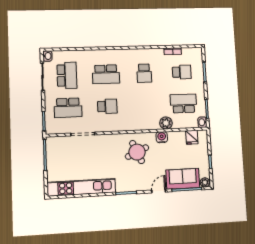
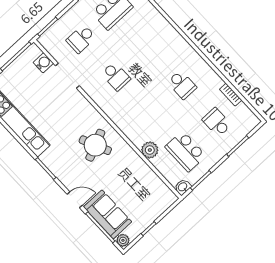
school desk: (182, 72) -> (217, 122), turned 180
school desk: (144, 73) -> (182, 85), turned -90
school desk: (106, 74) -> (147, 47), removed
school desk: (183, 103) -> (185, 151), turned 180
school desk: (68, 108) -> (81, 39), width x0.54
water cooler: (162, 137) -> (43, 63), moved
fridge: (192, 137) -> (158, 189), removed

